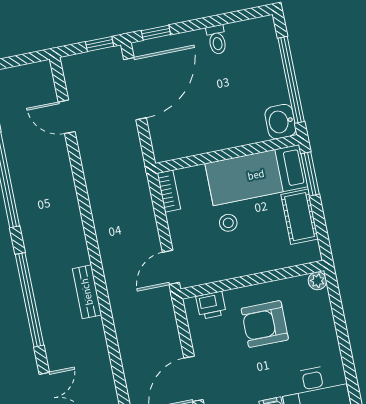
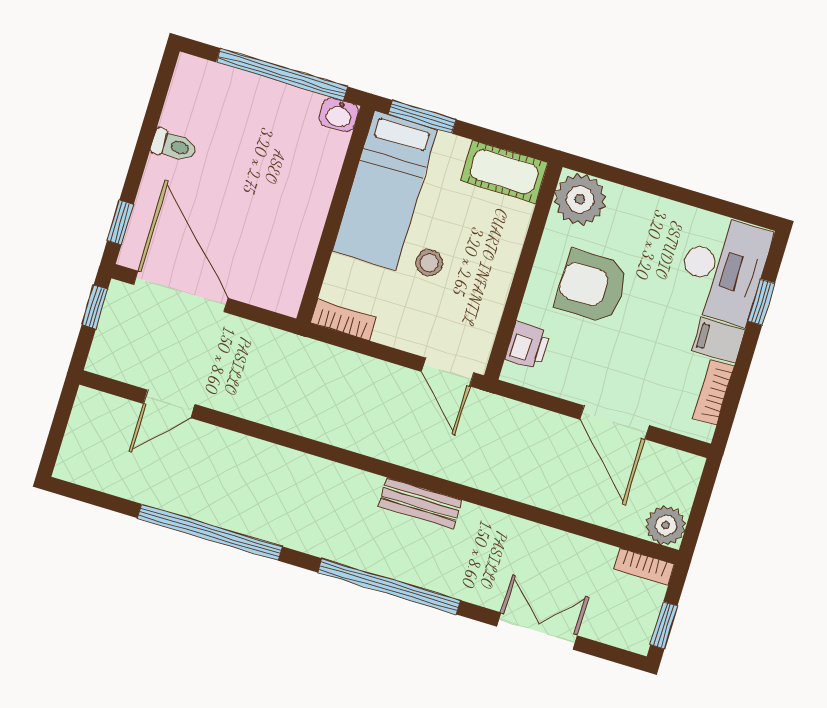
washbasin: (280, 122) -> (339, 115), width x0.72, depth x0.69
cot: (300, 217) -> (504, 172), moved
plant: (317, 281) -> (580, 199), width x1.88, depth x1.88
armchair: (265, 324) -> (592, 287), turned 90

